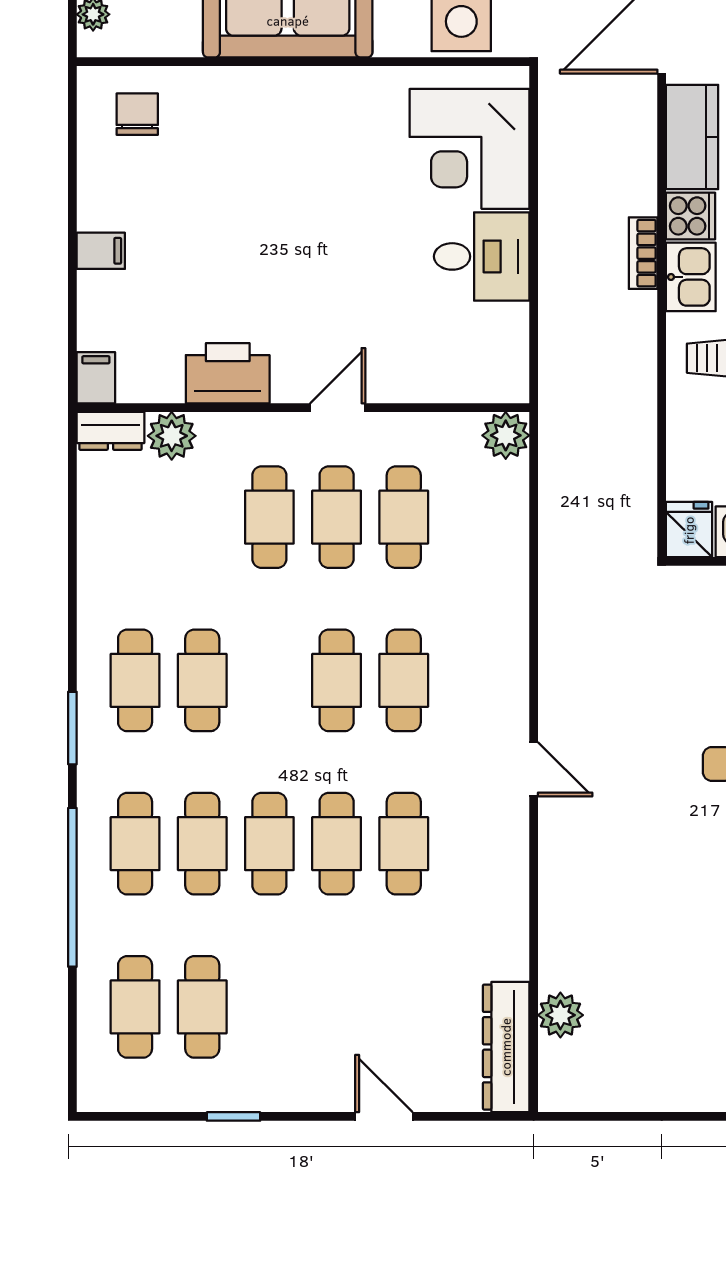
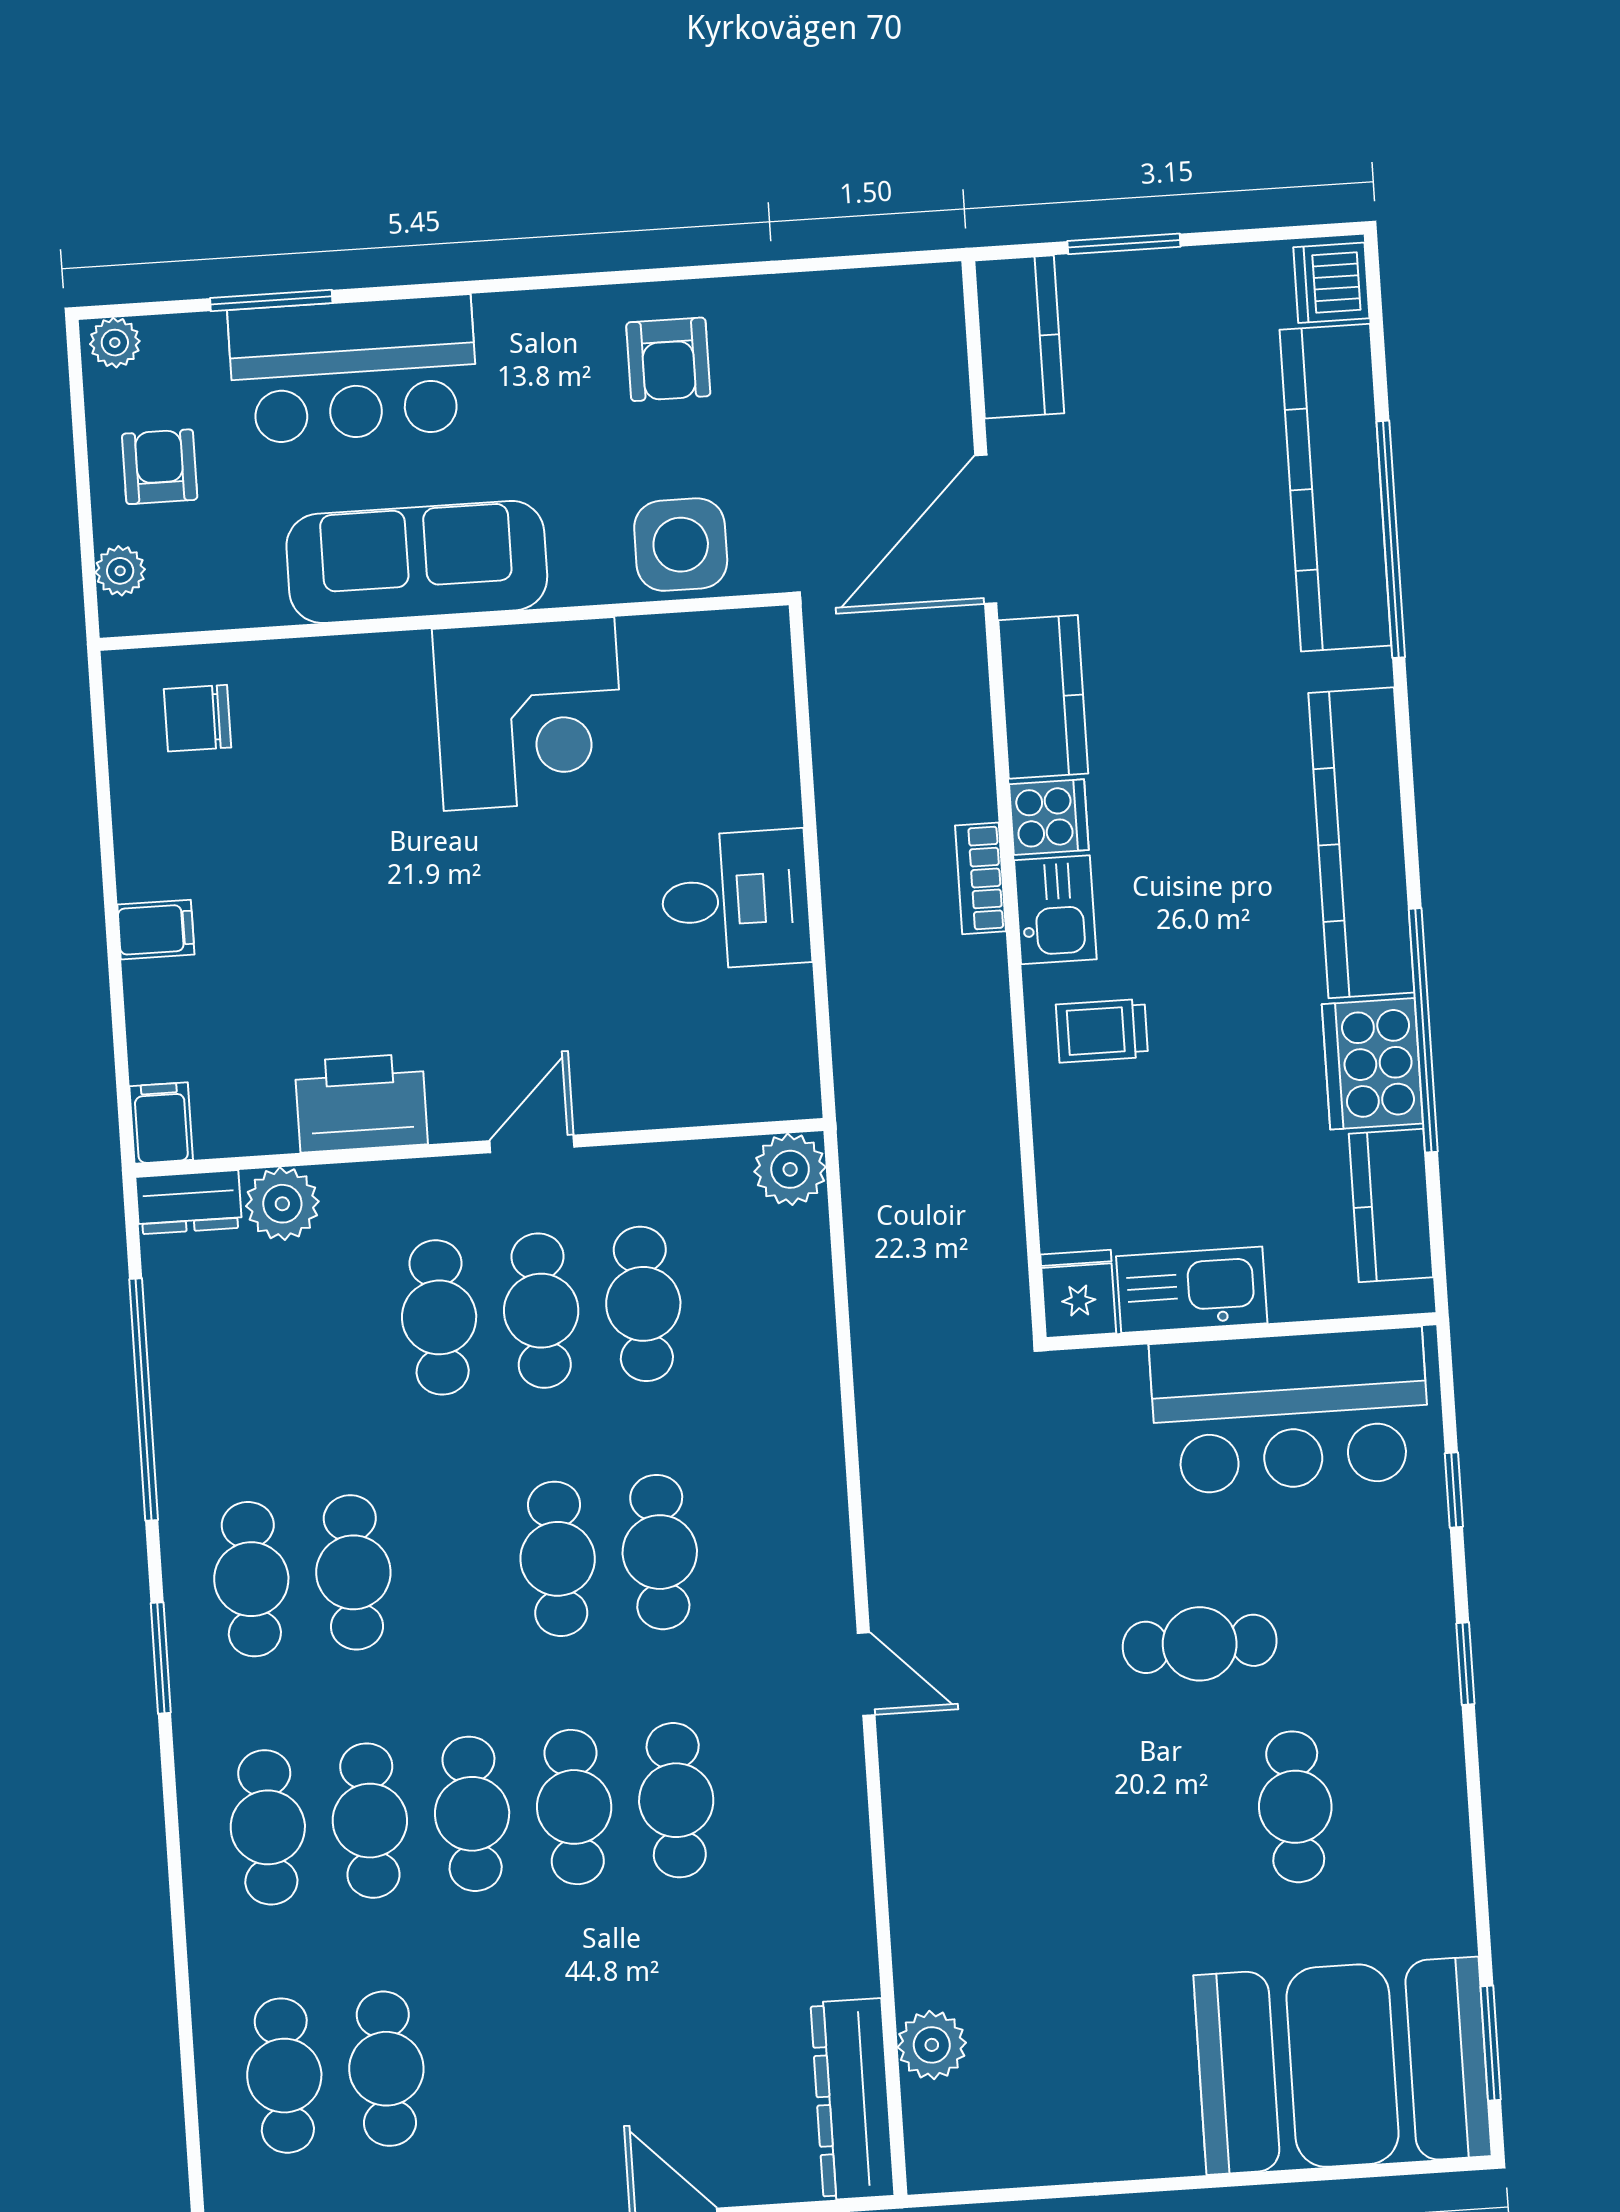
chair: (137, 114) -> (198, 718), turned -90
corner desk: (469, 149) -> (529, 714), moved, turned -90
window: (72, 887) -> (144, 1399), moved

